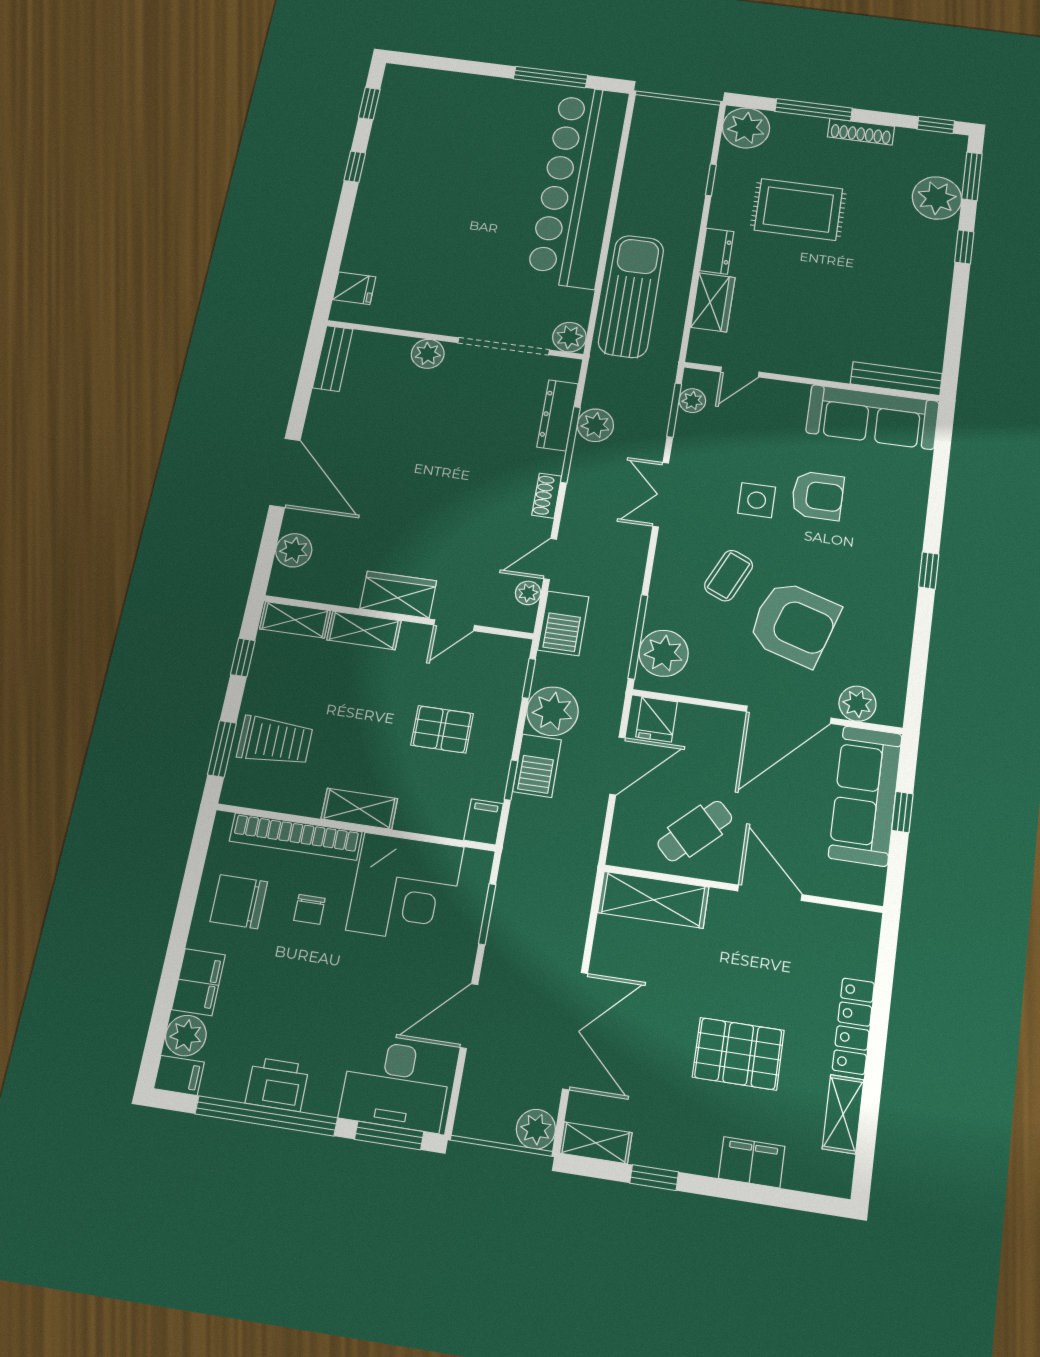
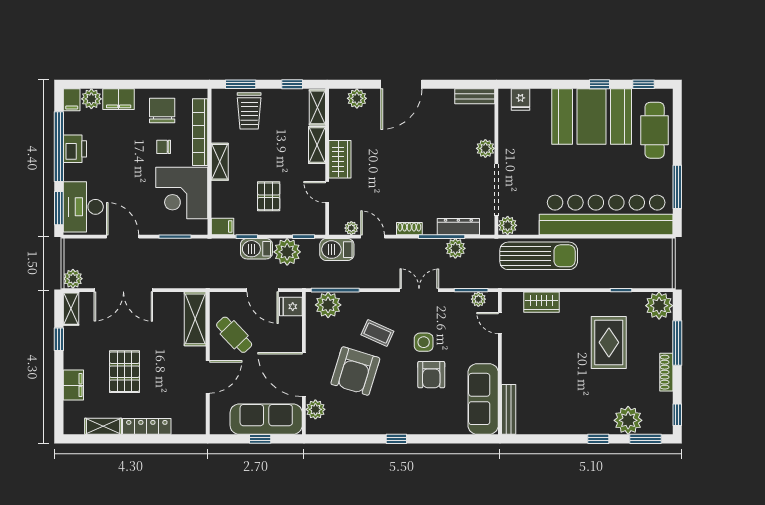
cafe table: (450, 97) -> (655, 130), added
booth: (407, 185) -> (592, 117), added
dresser: (717, 251) -> (575, 300), removed

